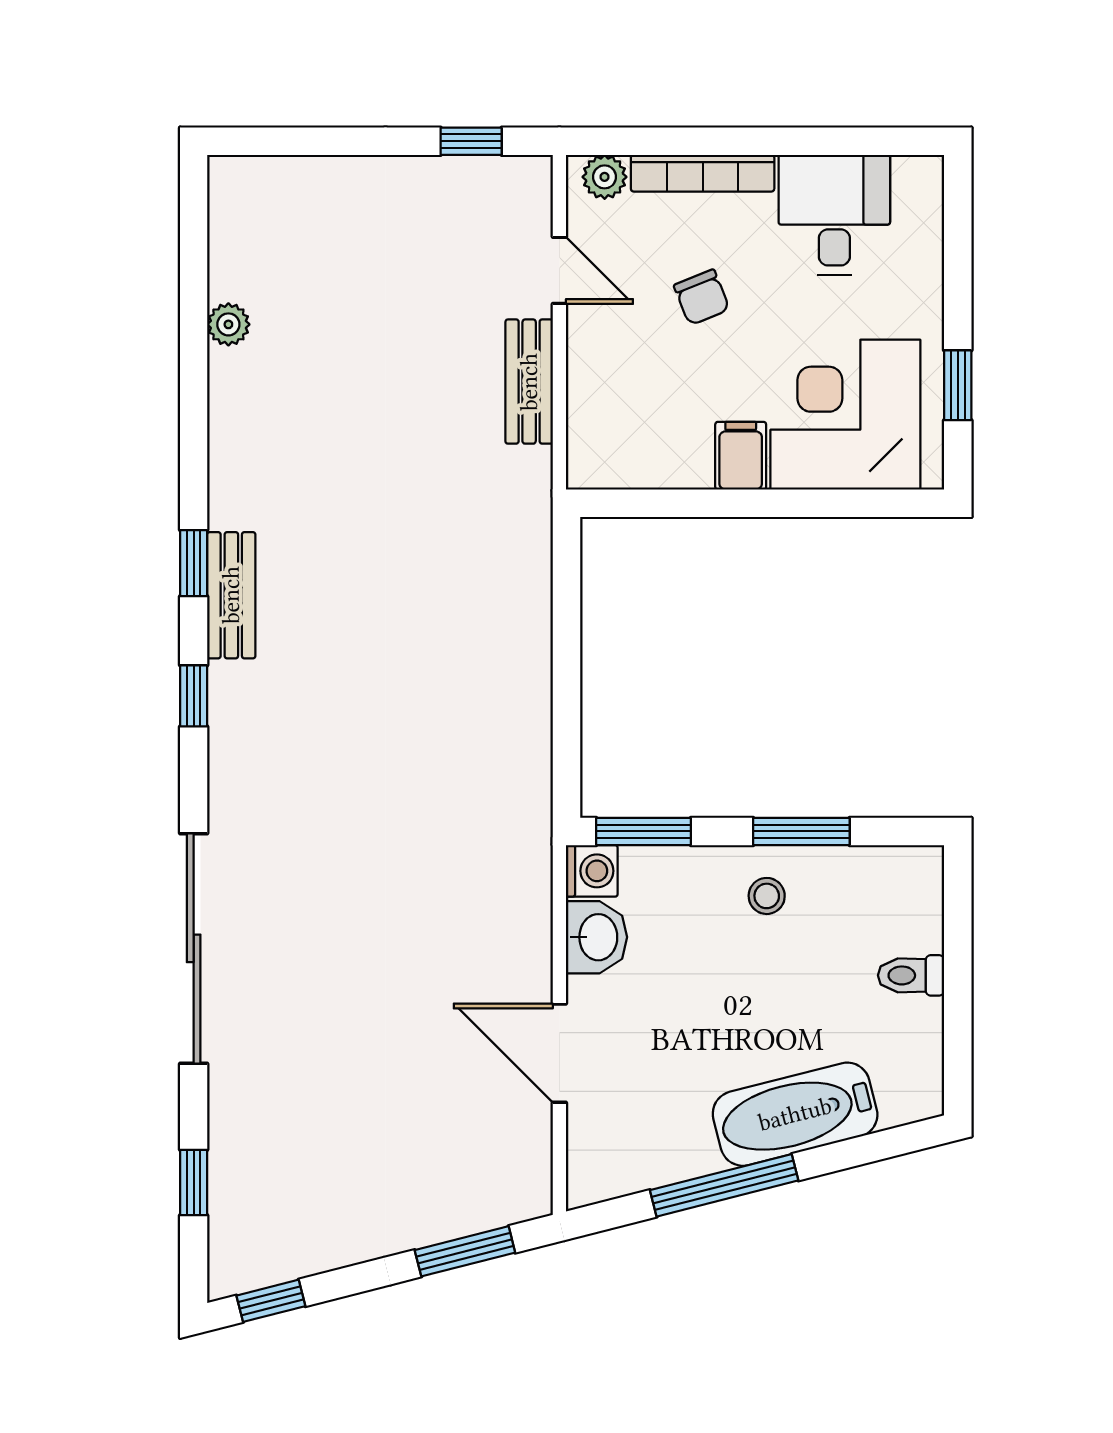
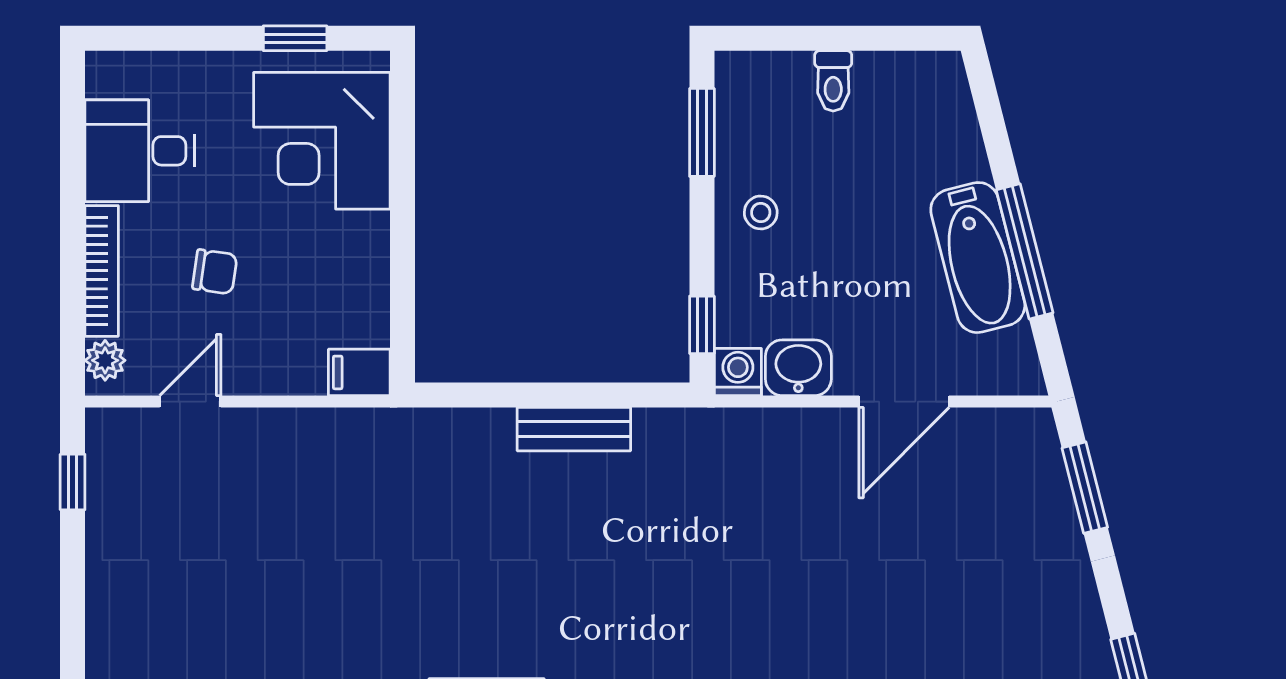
chair: (702, 297) -> (215, 272), turned 30
bench: (529, 382) -> (574, 429), moved
filing cabinet: (741, 456) -> (359, 372), moved
window: (643, 831) -> (702, 325), width x0.67
window: (801, 831) -> (702, 132), moved
bathtub: (795, 1114) -> (978, 258), moved

